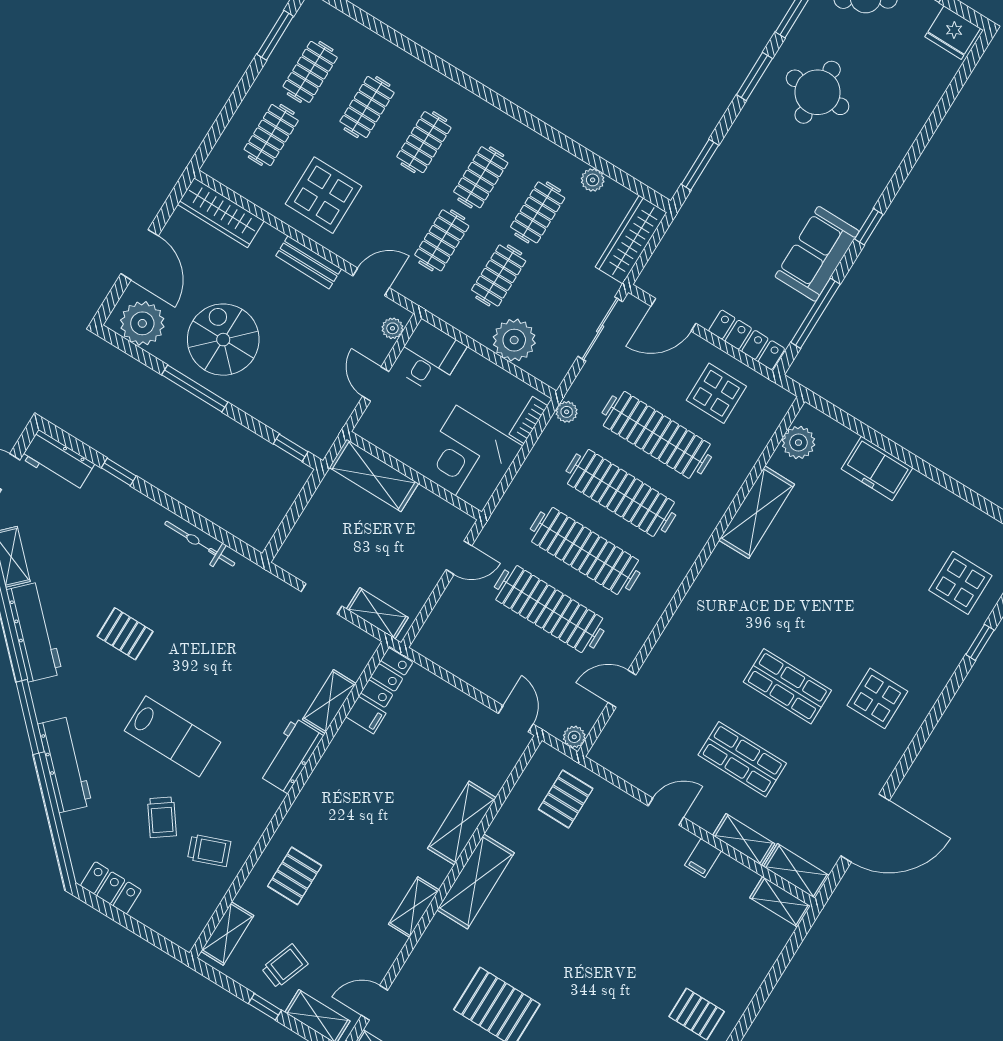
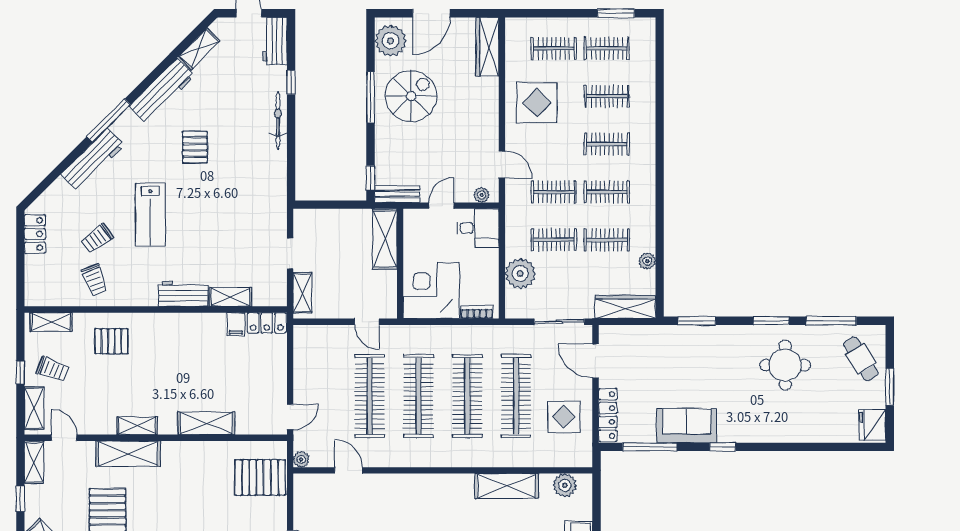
bench: (309, 262) -> (397, 194), moved, turned 90
plant: (567, 412) -> (496, 332), removed
bicycle: (200, 544) -> (278, 120), moved
pallet: (566, 799) -> (260, 477), width x1.50, depth x1.42
shelving: (476, 881) -> (128, 454), moved

